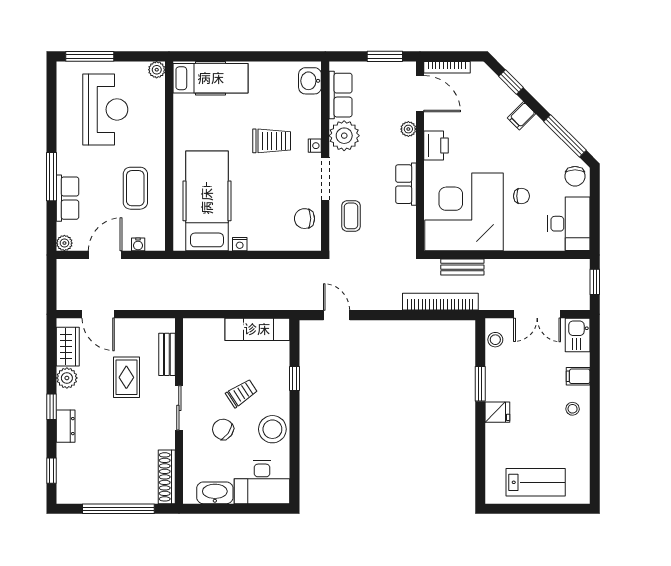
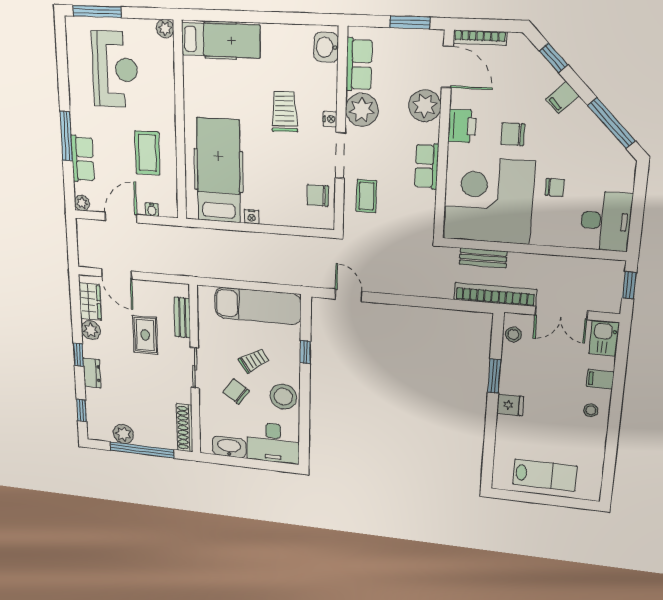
plant: (408, 129) -> (425, 106), width x1.87, depth x1.87
trolley: (272, 141) -> (284, 111), turned -92
chair: (575, 176) -> (513, 134), moved, turned 90
bookcase: (440, 302) -> (495, 294), moved
exam couch: (257, 329) -> (258, 306), width x1.36, depth x1.45
plant: (98, 493) -> (123, 434), added

